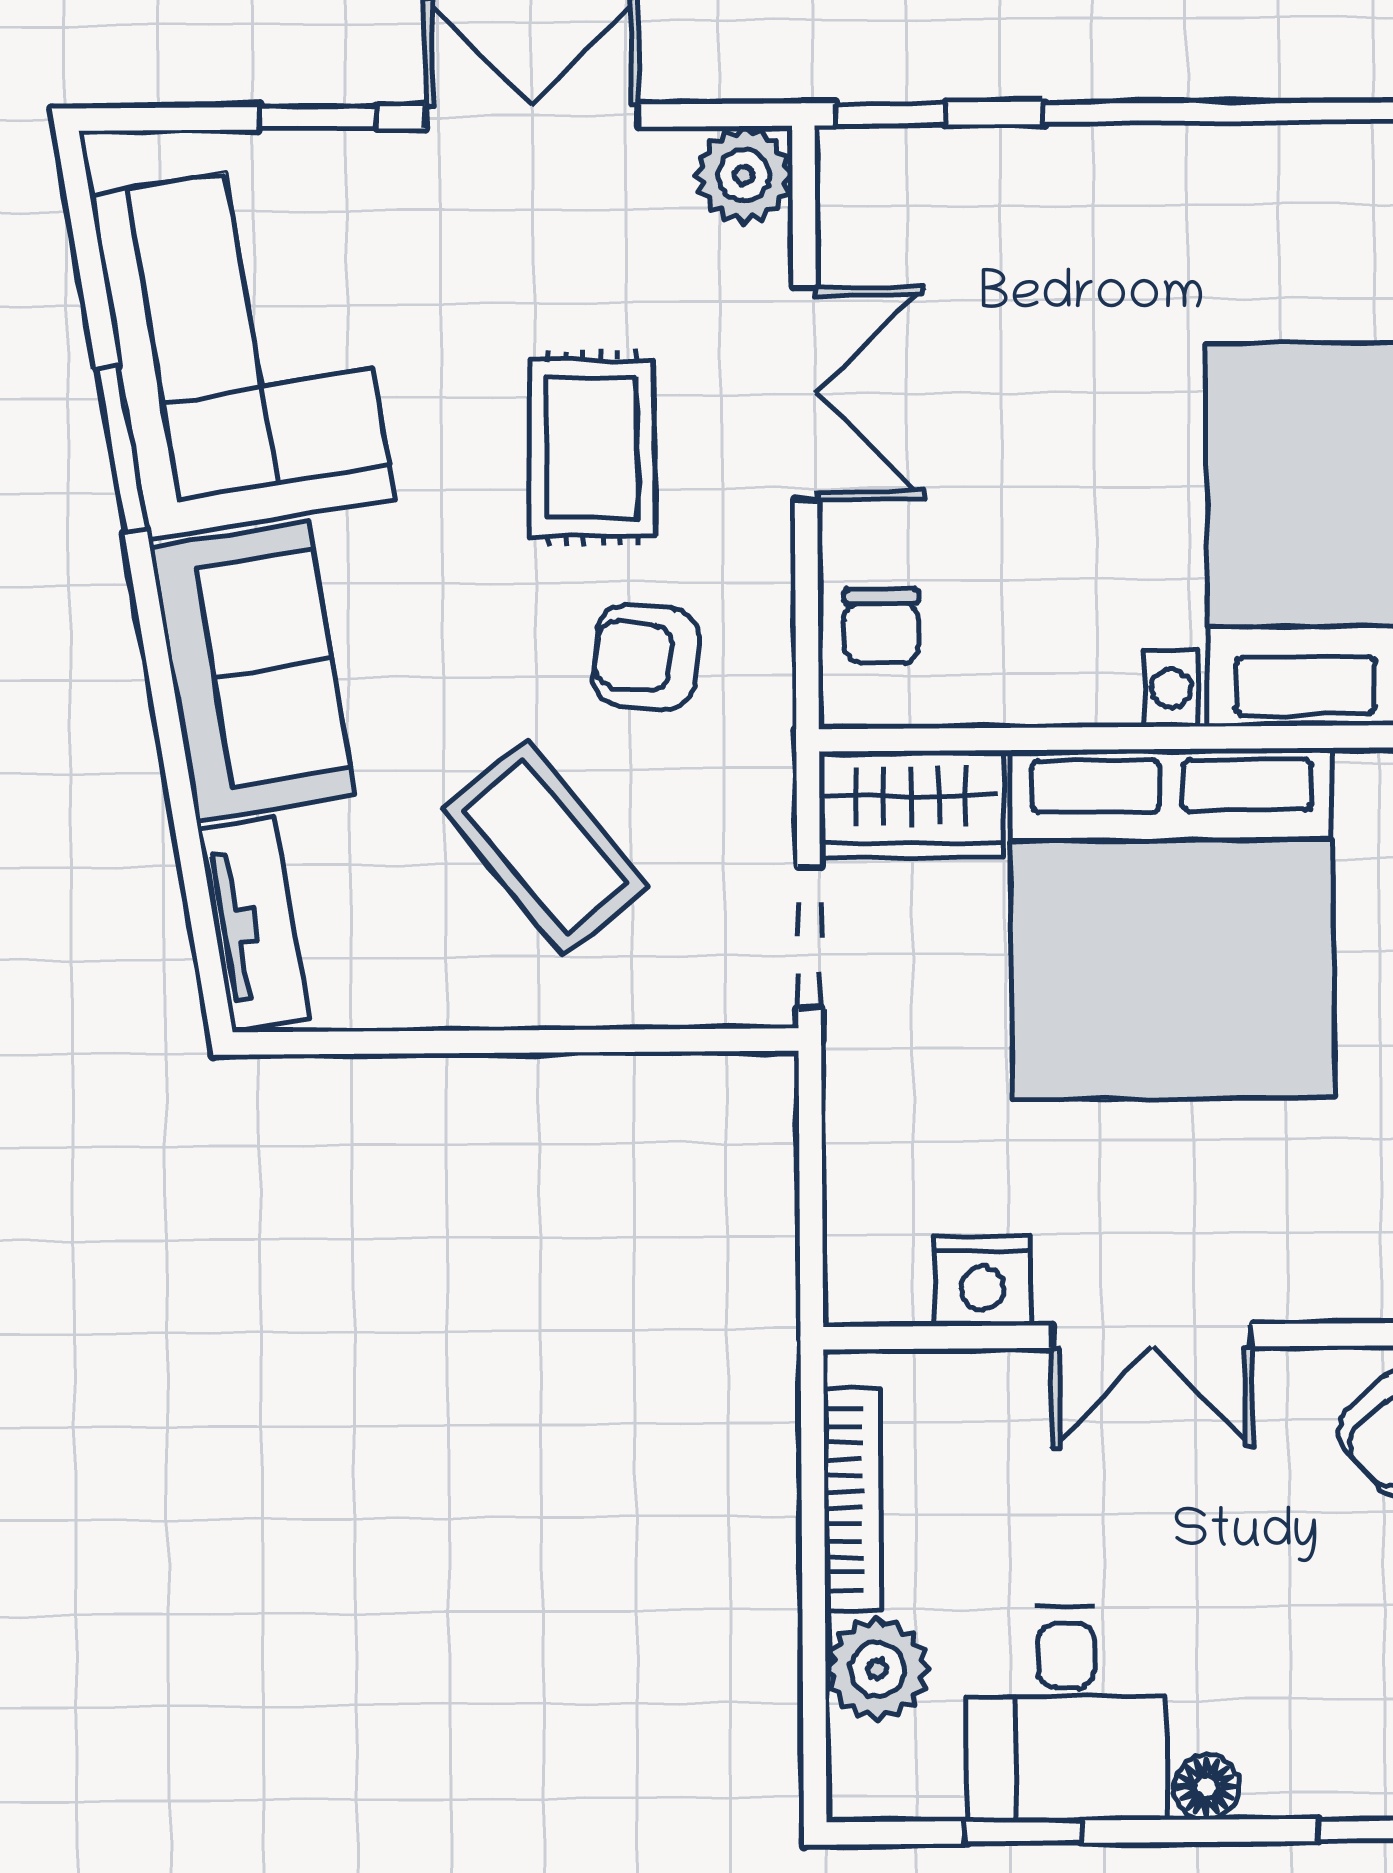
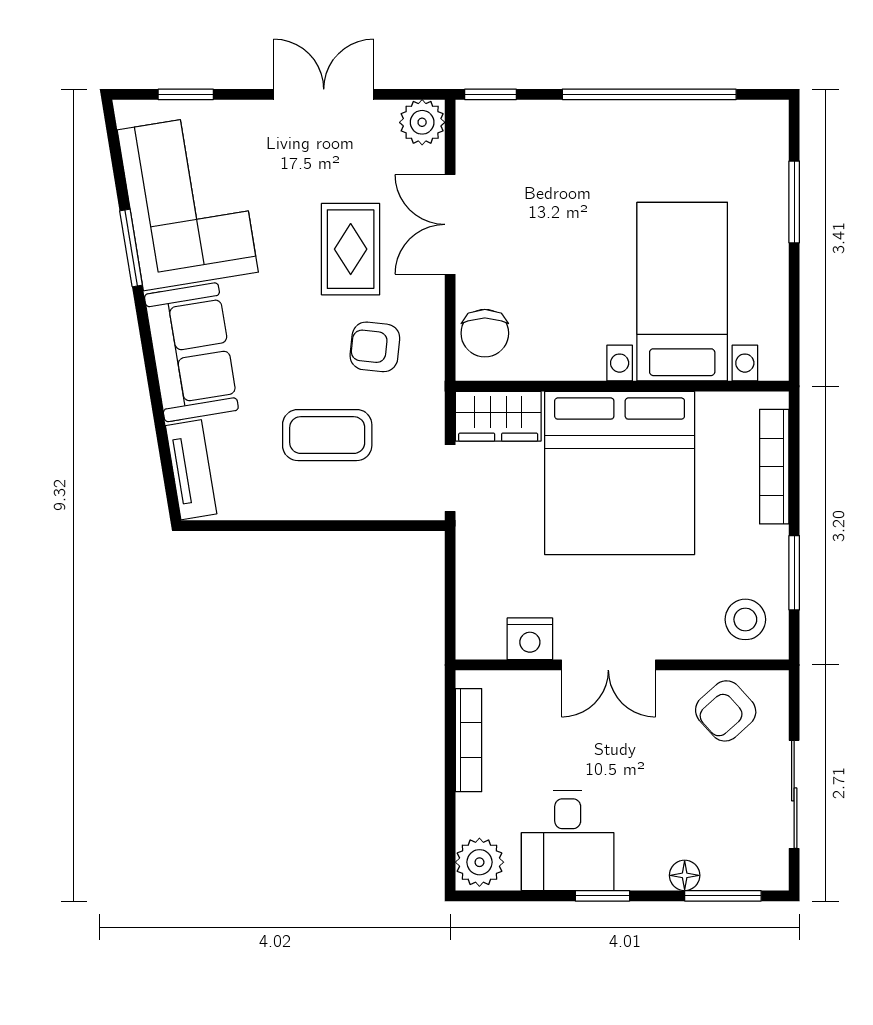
window: (318, 118) -> (186, 94), moved
double door: (805, 394) -> (450, 224), swing flipped
chair: (881, 626) -> (485, 333), width x1.37, depth x1.37
coffee table: (545, 847) -> (327, 435), turned -51
plant: (877, 1669) -> (479, 862), moved
floor lamp: (1207, 1787) -> (685, 875), moved
window: (1023, 1832) -> (602, 896), moved

